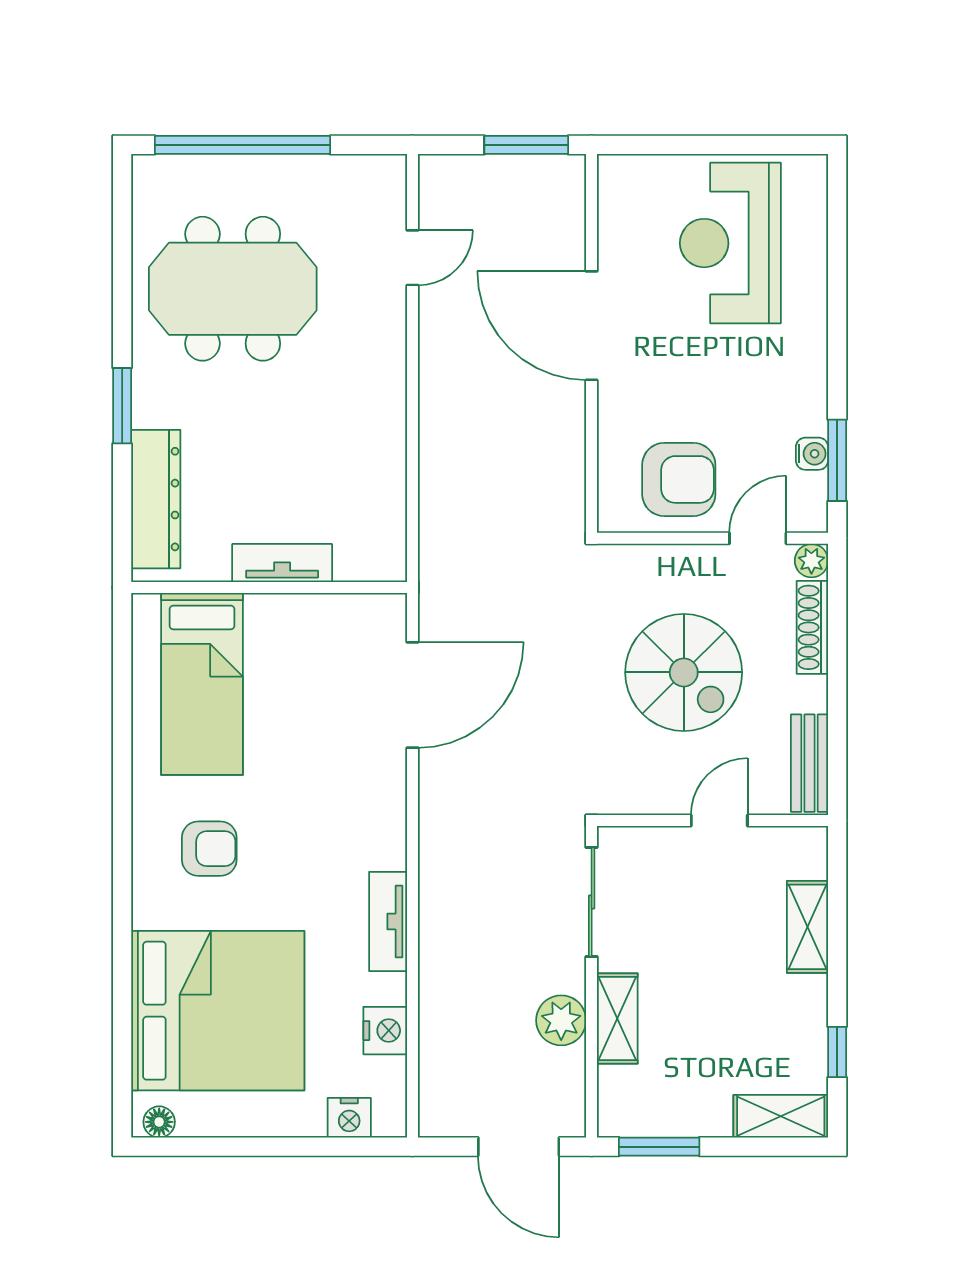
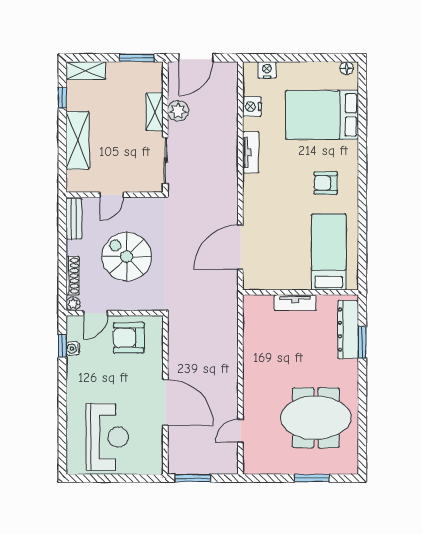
window: (242, 145) -> (312, 478), width x0.47
window: (122, 406) -> (362, 342), moved
window: (837, 460) -> (62, 346), width x0.67
shelving: (807, 927) -> (78, 140), width x1.50, depth x1.33
bed: (218, 1011) -> (322, 115), width x0.73
door: (519, 1147) -> (196, 58), swing flipped

